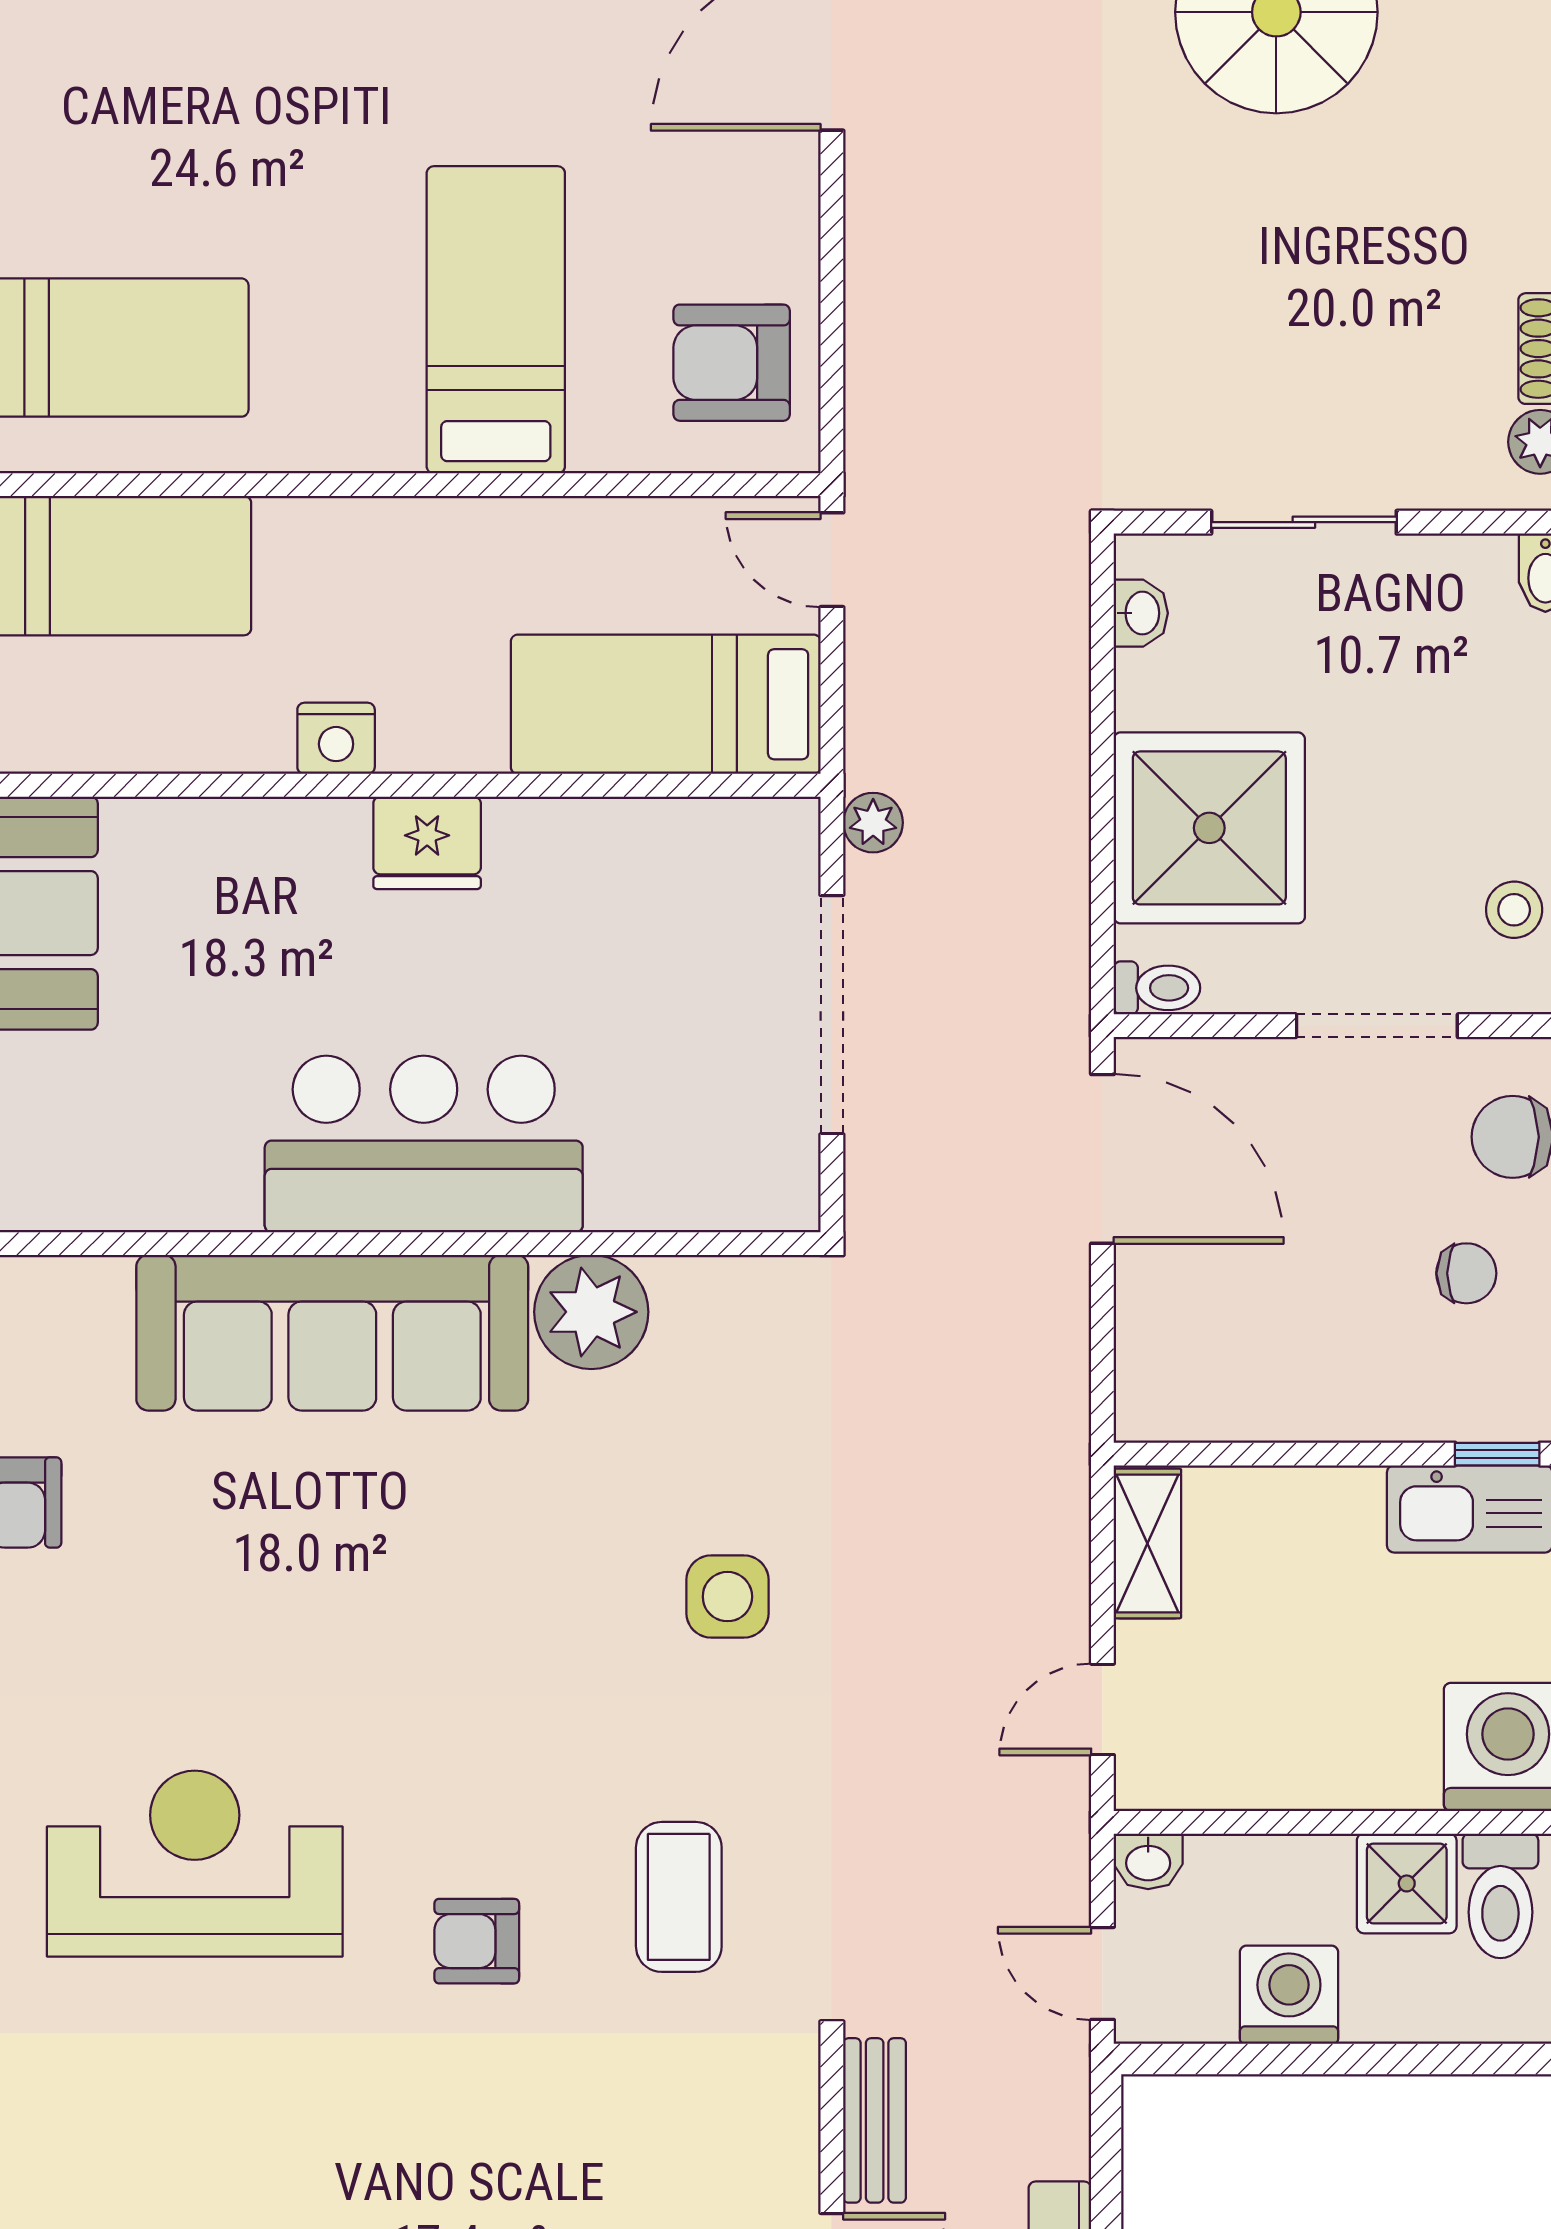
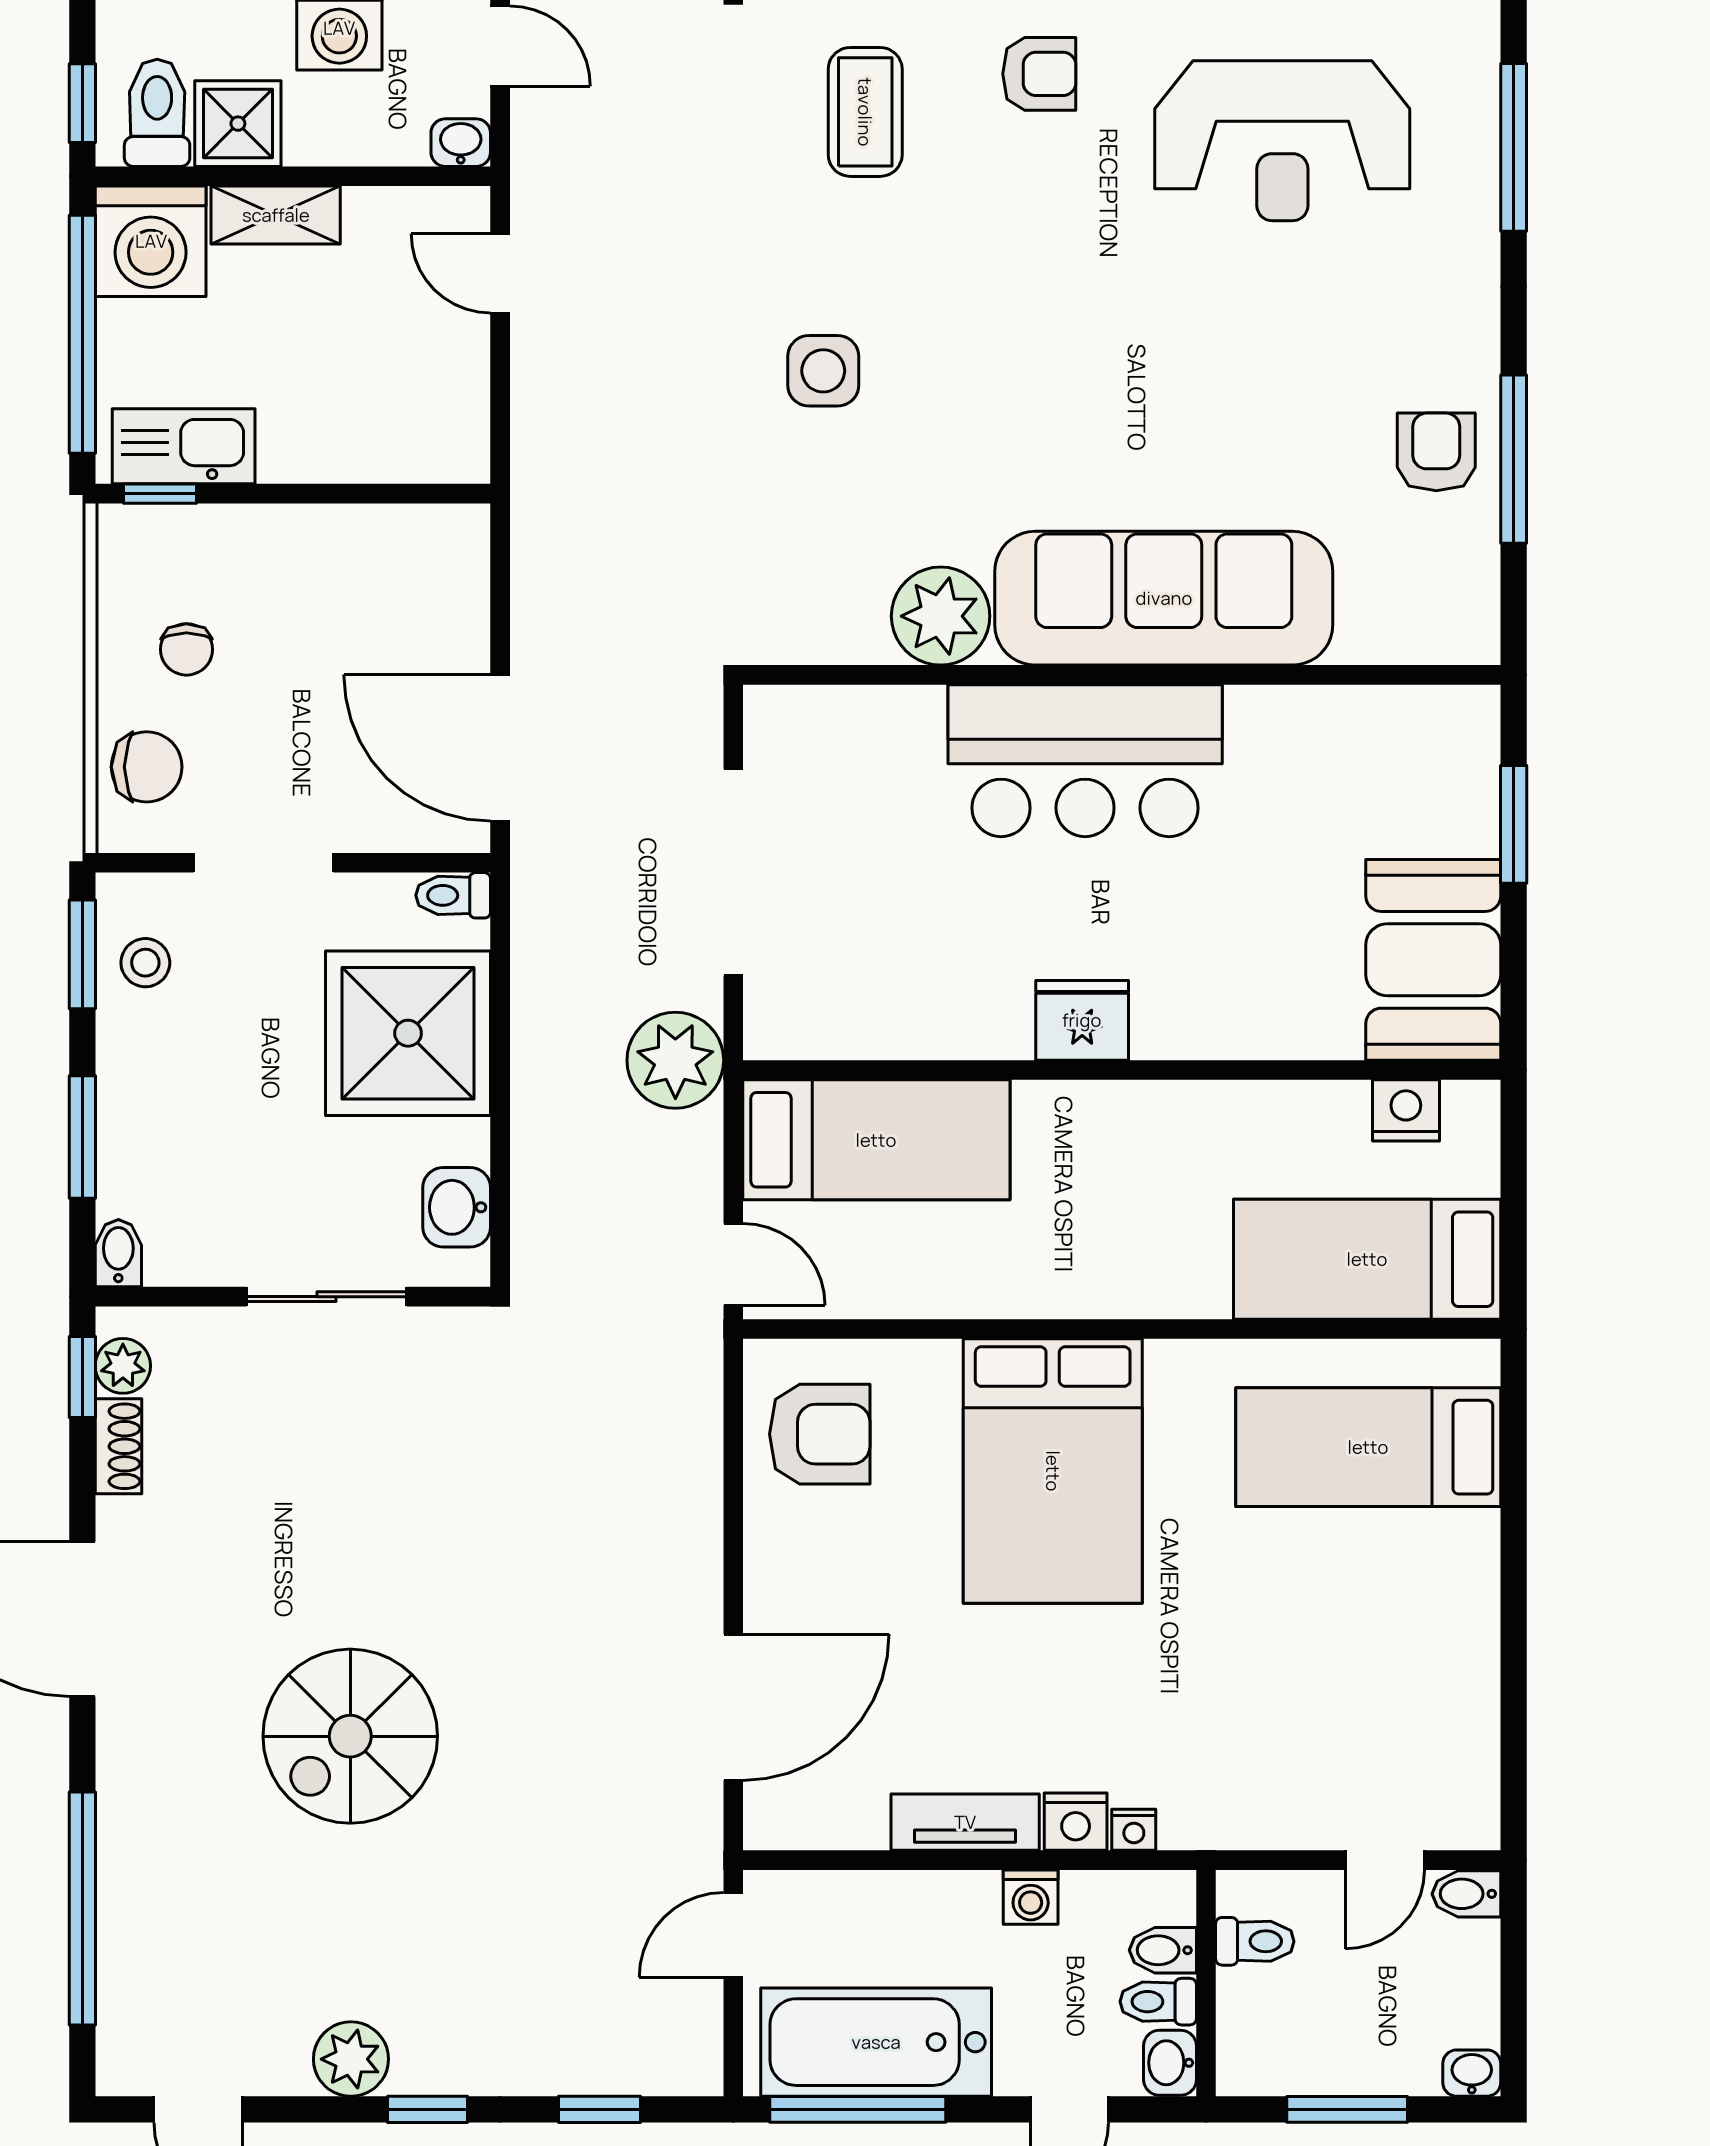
bed: (496, 320) -> (1053, 1471), width x1.50
washbasin: (1141, 613) -> (457, 1207), width x1.38, depth x1.45
nightstand: (336, 738) -> (1406, 1110), moved
plant: (873, 823) -> (675, 1060), width x1.88, depth x1.88
chair: (1466, 1273) -> (186, 649), turned -90
shelving: (1147, 1544) -> (276, 215), moved, turned 90
door: (1102, 1709) -> (500, 273), swing flipped

